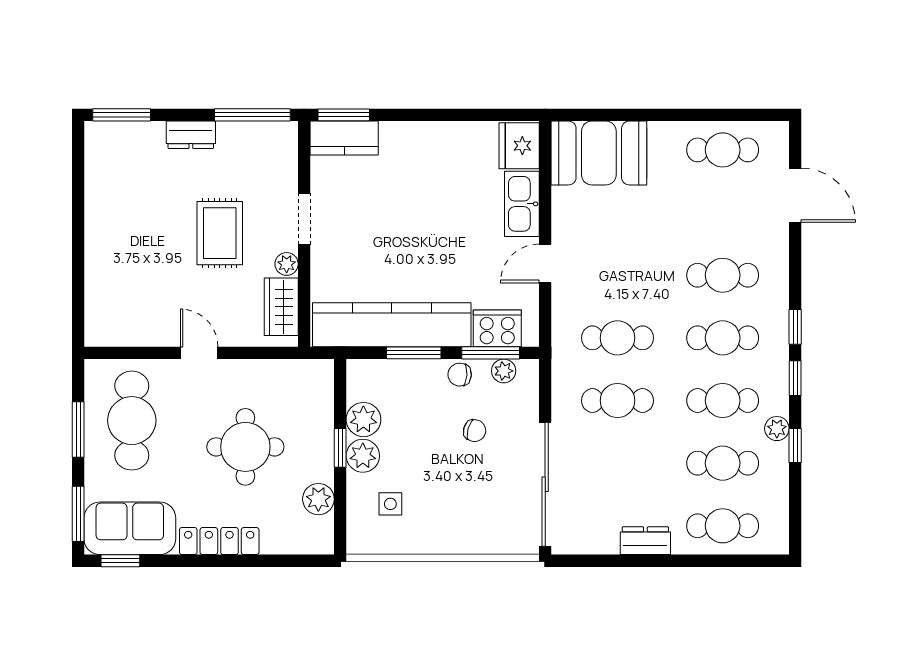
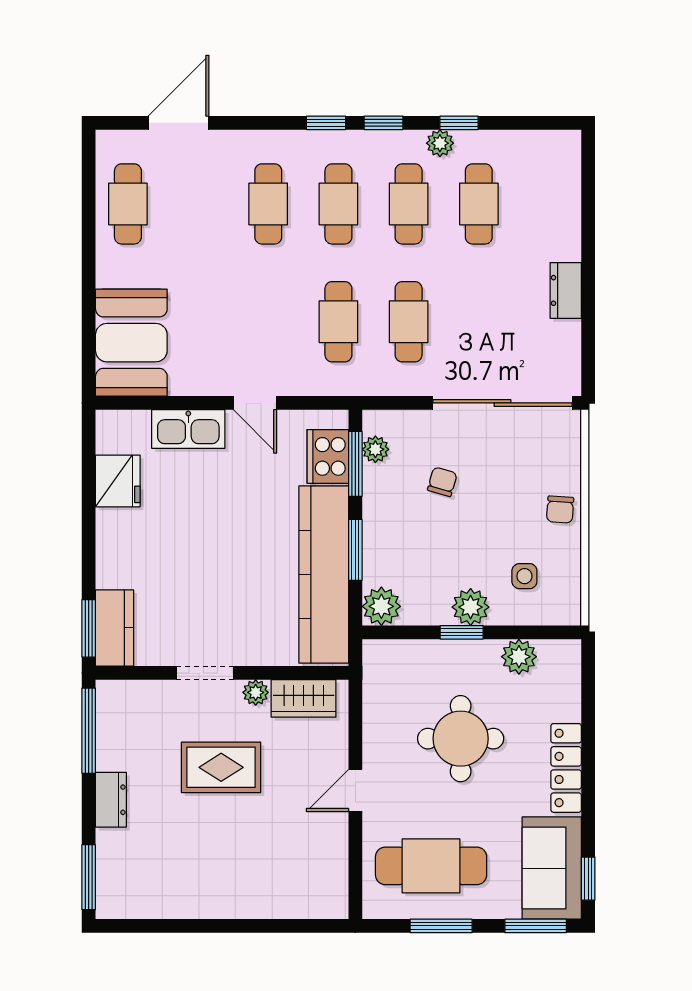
fridge: (519, 146) -> (118, 481), moved, turned -90
chair: (460, 375) -> (560, 510), moved
plant: (363, 420) -> (381, 606), moved
cafe table: (723, 526) -> (549, 204), removed

